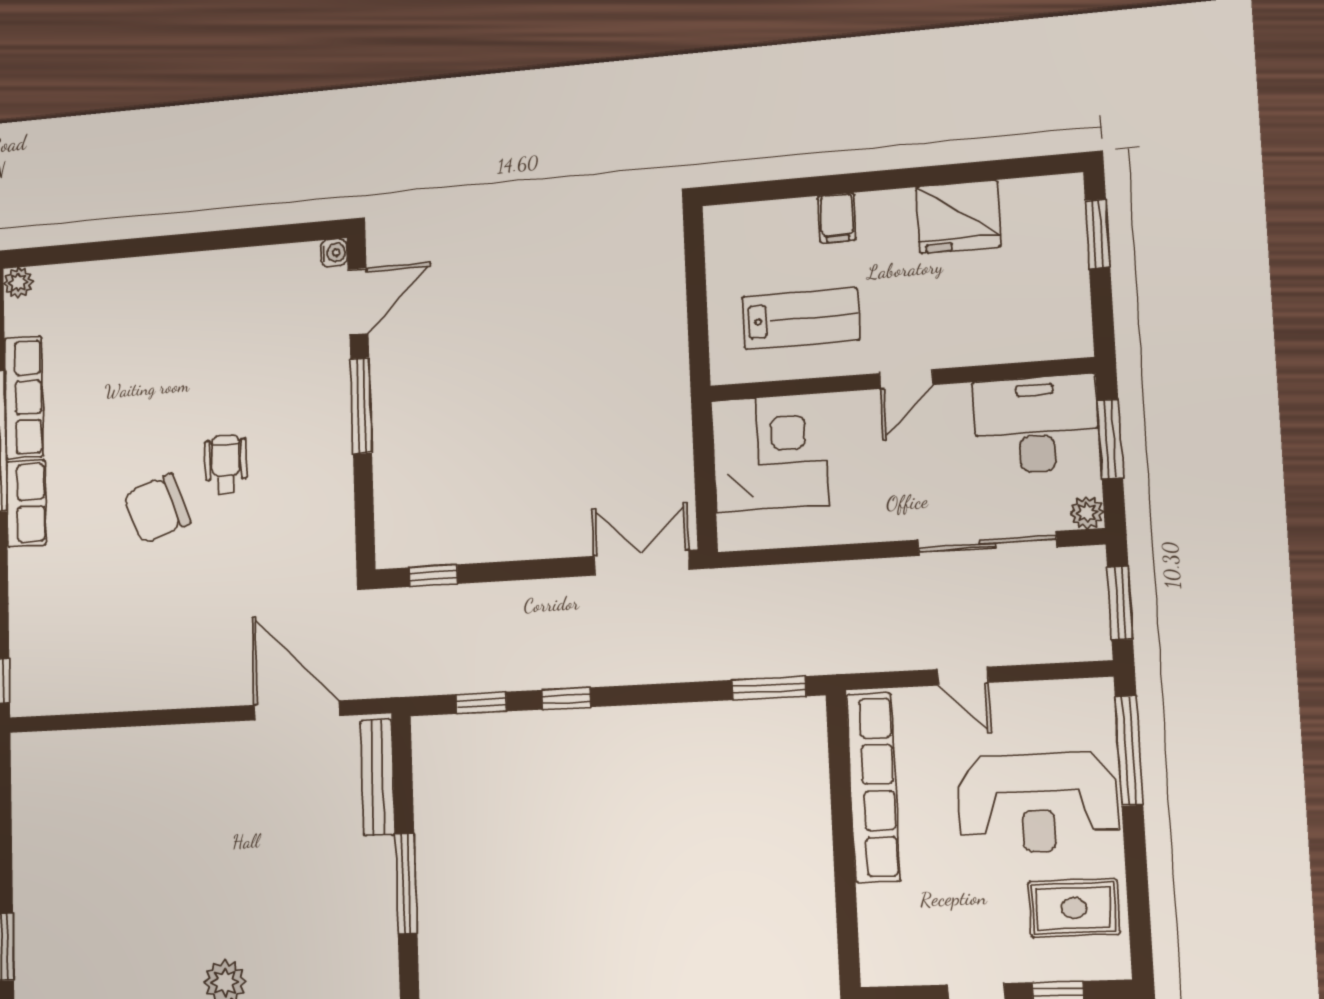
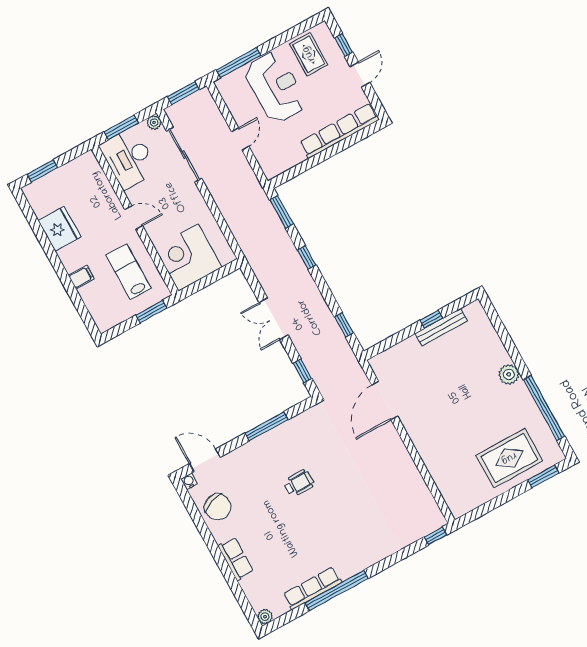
window: (698, 328) -> (151, 312), added
window: (361, 406) -> (266, 426), moved
wheelchair: (226, 464) -> (299, 483), turned 180
row of seats: (26, 503) -> (236, 559), moved, turned 90
chair: (157, 509) -> (218, 507), moved
double door: (641, 563) -> (274, 319), moved
window: (567, 698) -> (307, 258), moved
bench: (377, 778) -> (441, 327), moved
row of seats: (873, 788) -> (339, 131), moved
window: (406, 884) -> (431, 319), width x0.46
rug: (70, 899) -> (509, 458), added

